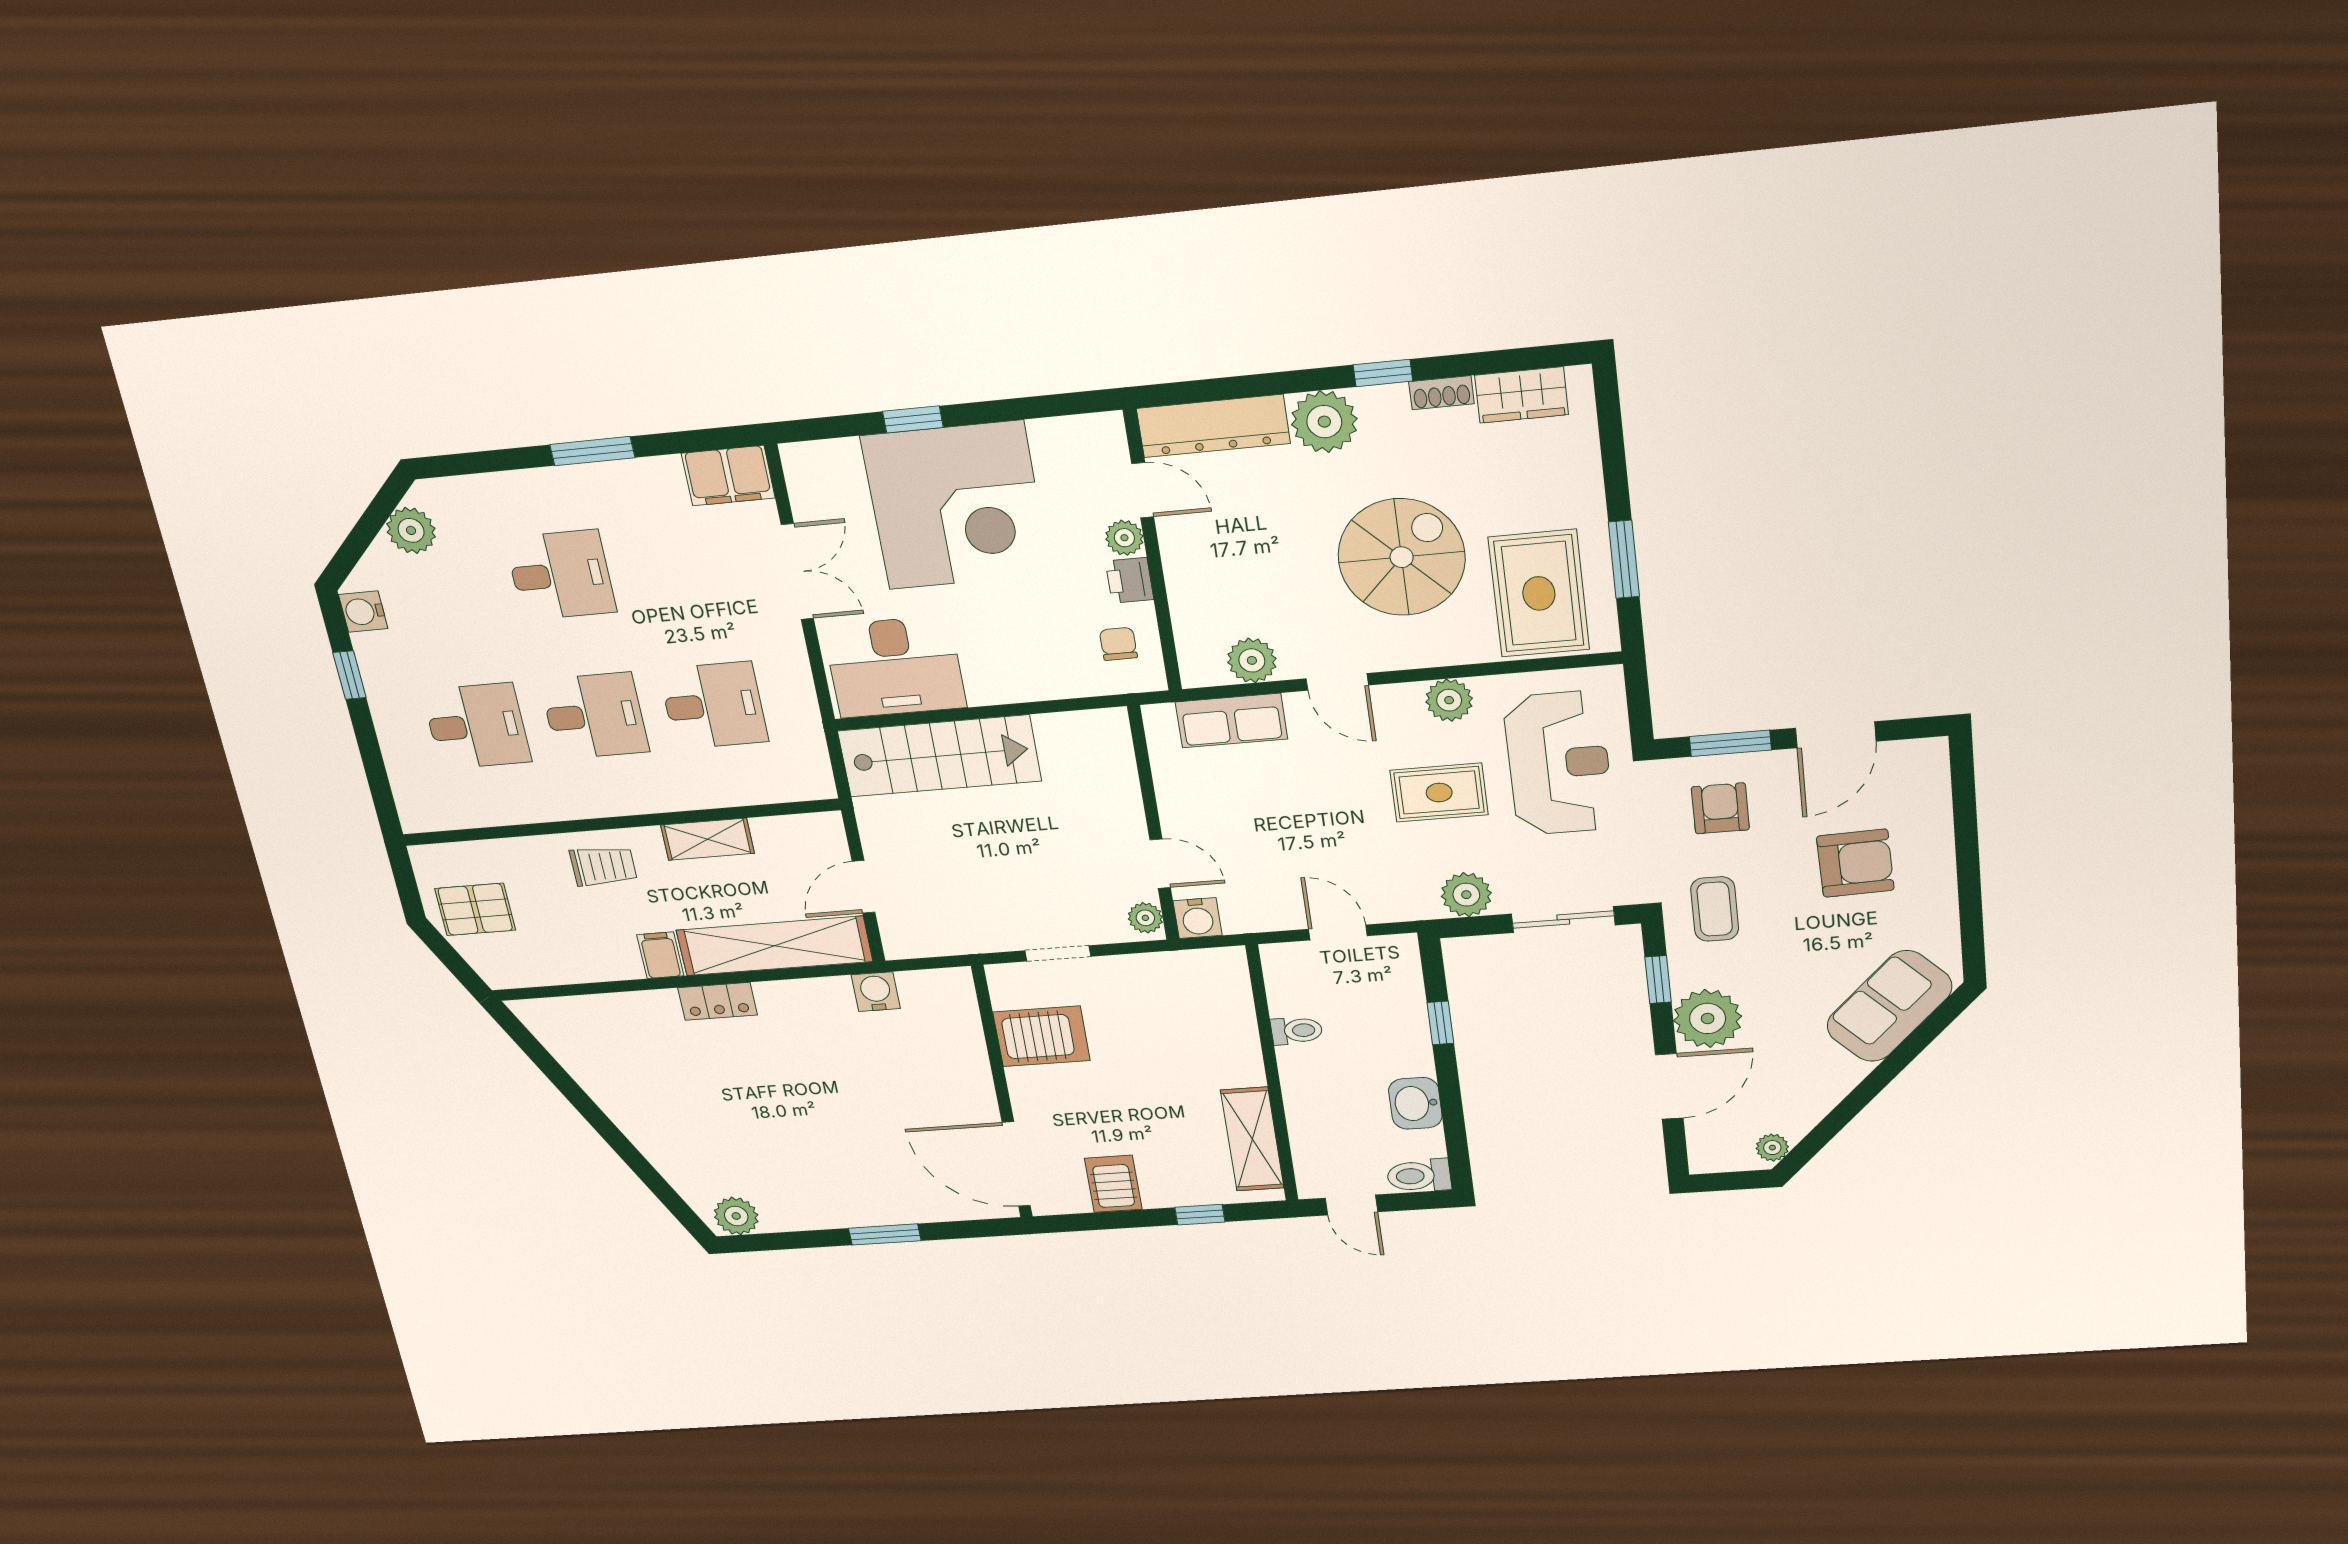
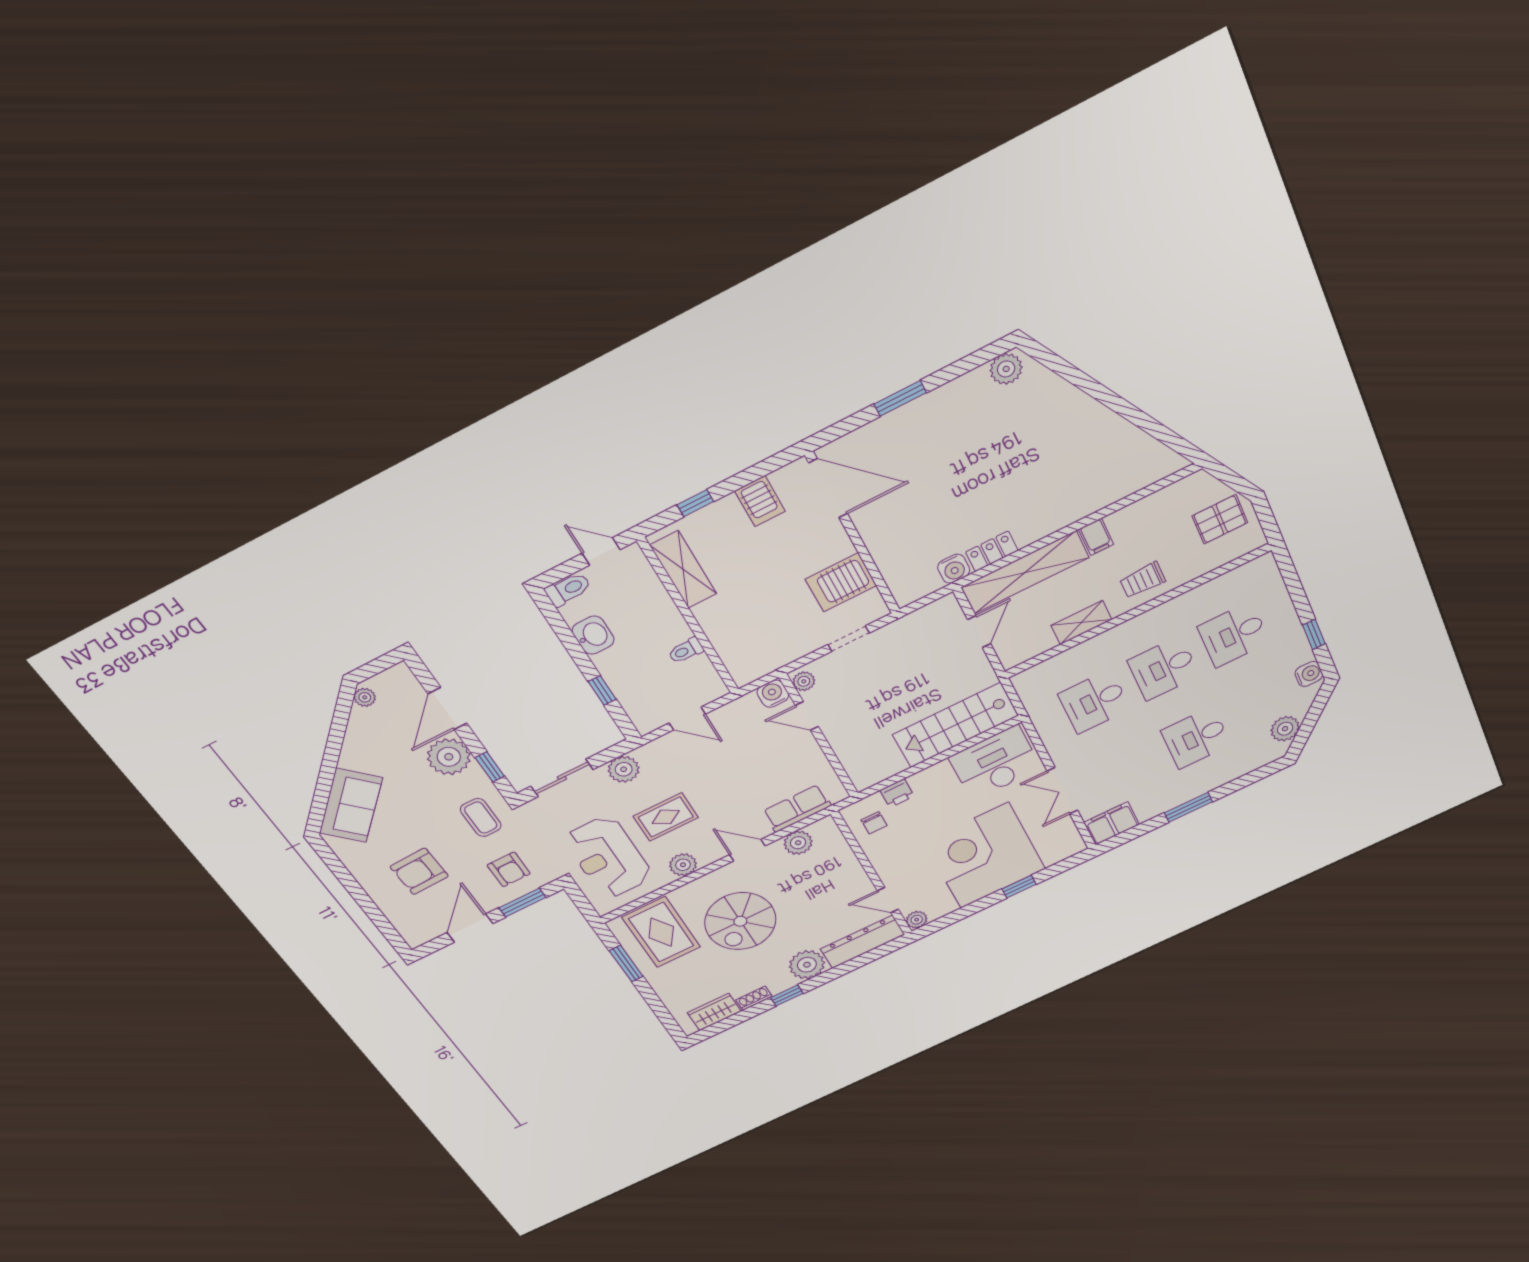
plant: (1124, 538) -> (917, 920), moved
printer: (1129, 580) -> (897, 793), moved, turned 90
locker: (718, 1001) -> (992, 551), moved

